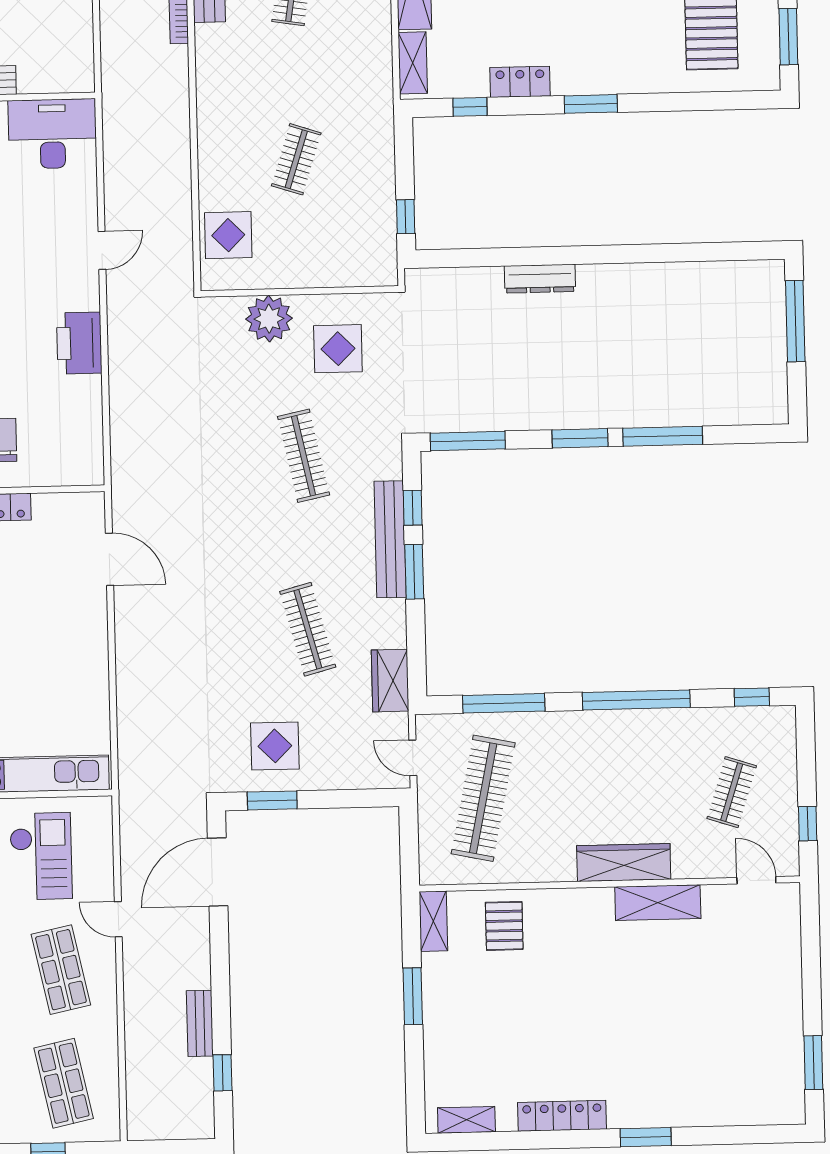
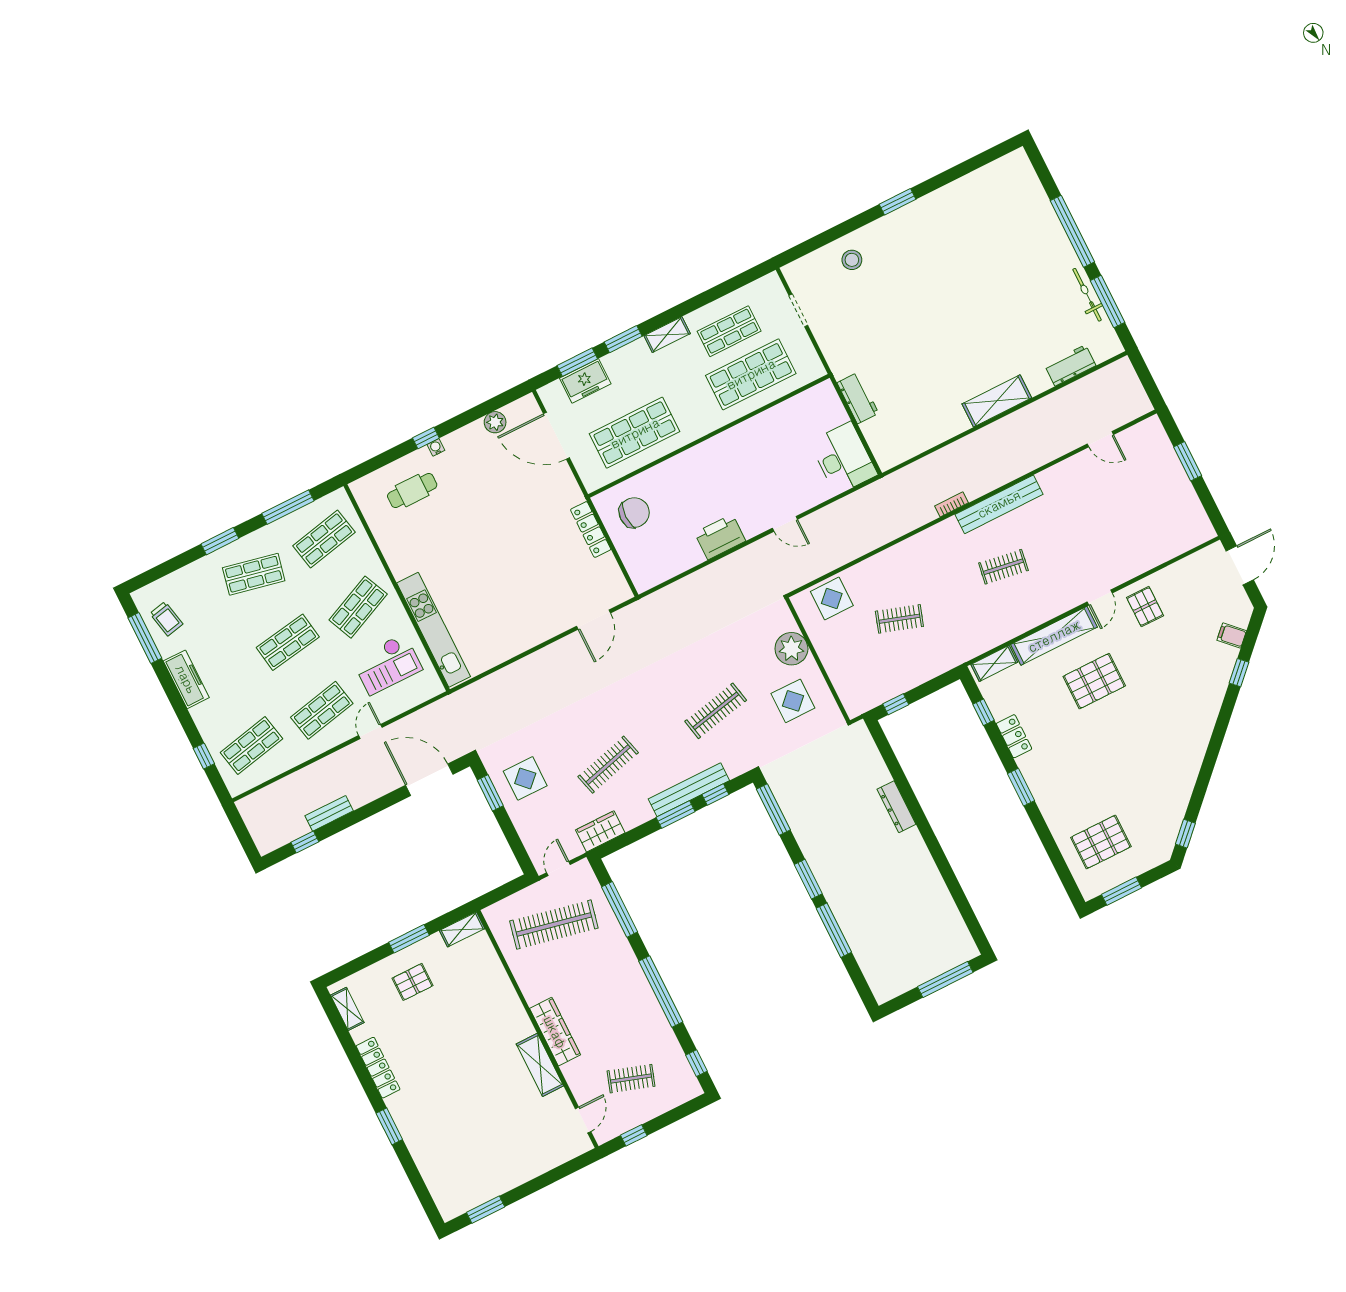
pallet: (504, 926) -> (413, 982), moved

